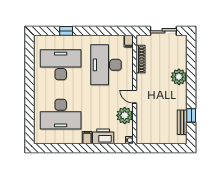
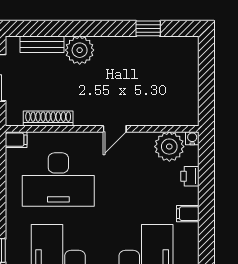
plant: (125, 115) -> (169, 147), moved
bench: (182, 122) -> (42, 44), moved
printer: (103, 136) -> (190, 176), width x0.53, depth x0.68

